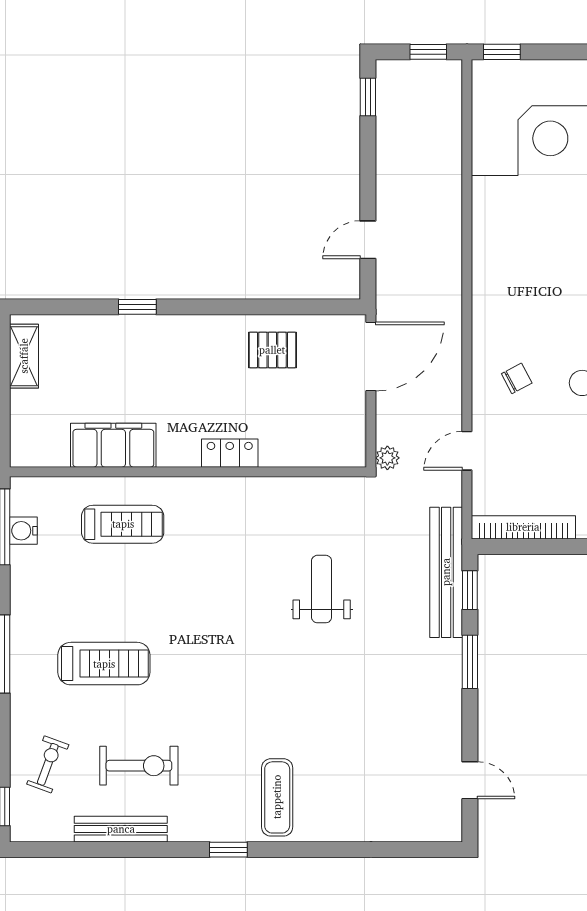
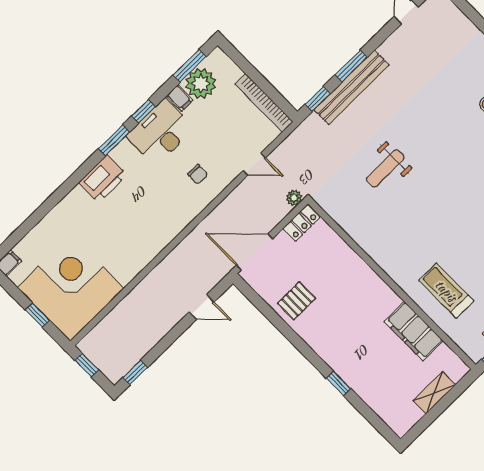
window: (502, 52) -> (37, 315), moved
pallet: (272, 350) -> (297, 301), turned 90
shelving: (24, 356) -> (434, 393), moved
chair: (517, 378) -> (198, 174), turned -152
locker: (230, 453) -> (301, 223), moved, turned -90
bench: (446, 572) -> (352, 87), moved

